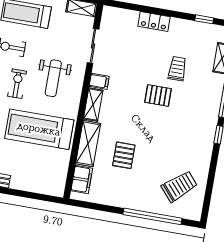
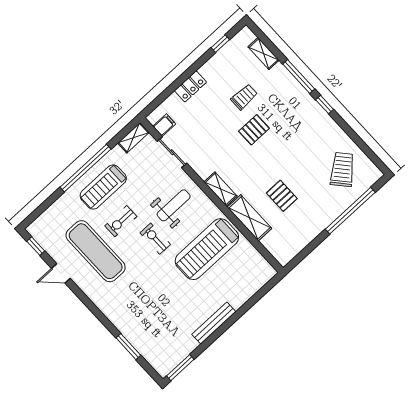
trolley: (177, 69) -> (244, 97), turned 90
weight bench: (53, 78) -> (174, 205), turned -90
filing cabinet: (99, 81) -> (164, 125), moved
filing cabinet: (82, 179) -> (275, 246), removed

